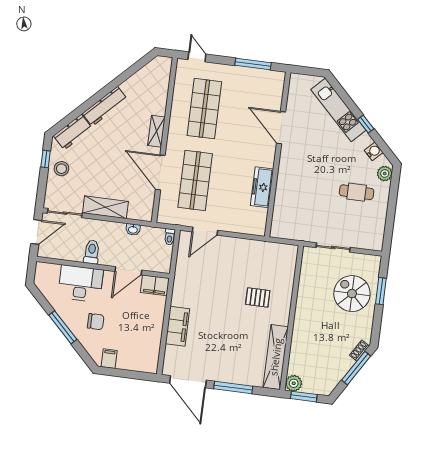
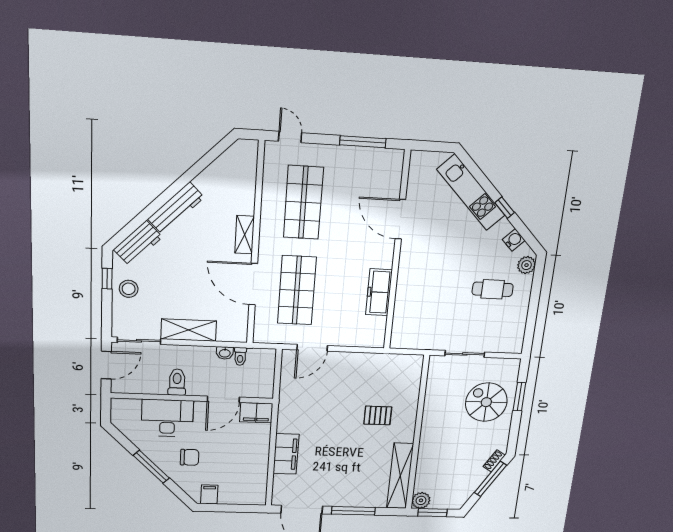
toilet: (170, 237) -> (240, 356), moved

